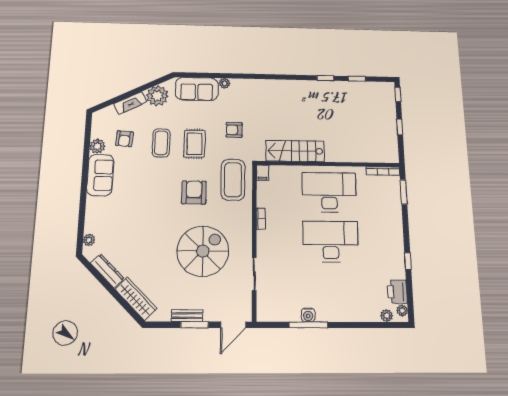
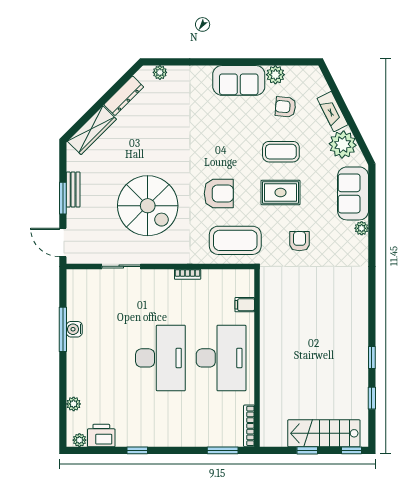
stairs: (295, 151) -> (324, 433), moved, turned -90
filing cabinet: (262, 173) -> (245, 305), moved
plant: (387, 316) -> (74, 404), moved

